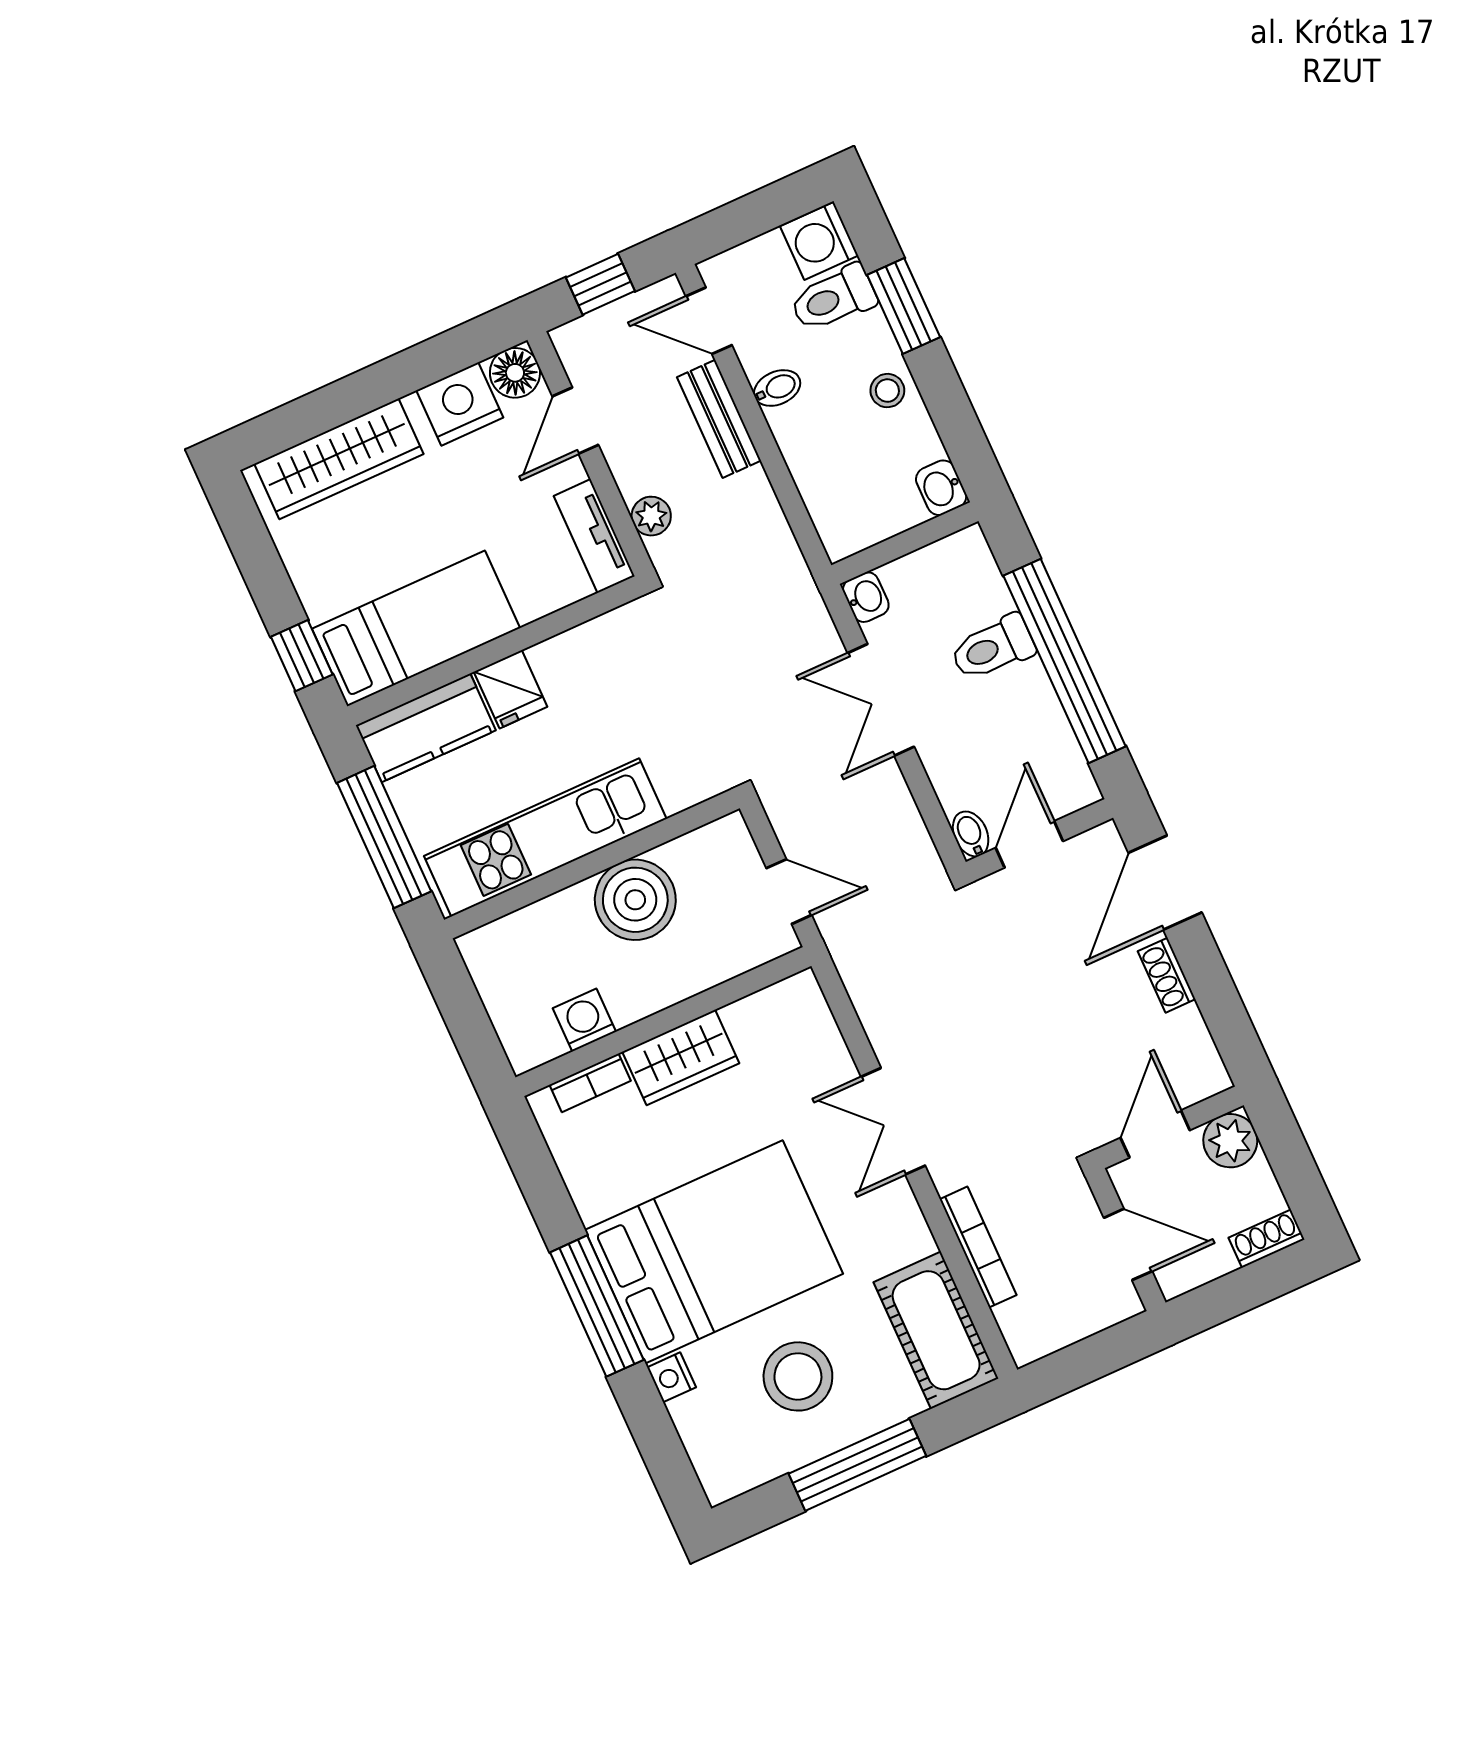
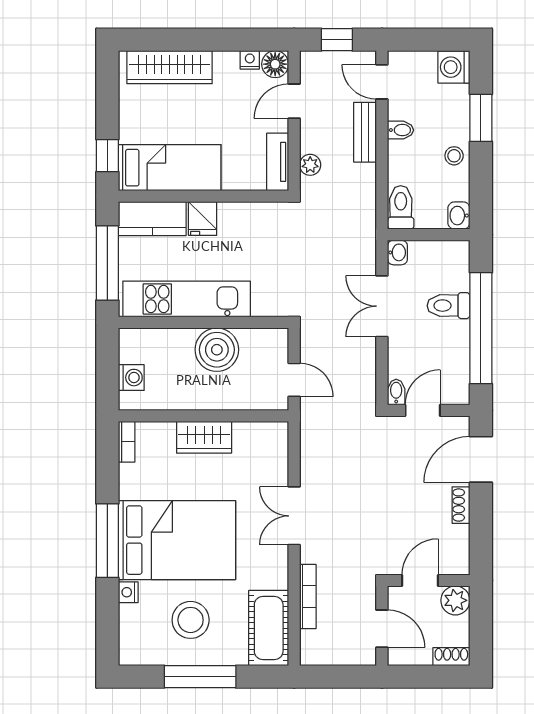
toilet: (833, 298) -> (401, 207), moved, turned 90
nightstand: (460, 404) -> (250, 60), width x0.53, depth x0.56
washing machine: (584, 1020) -> (131, 378), moved, turned 90
bookcase: (590, 1083) -> (127, 442), moved, turned -90

